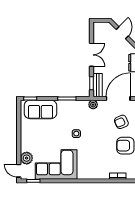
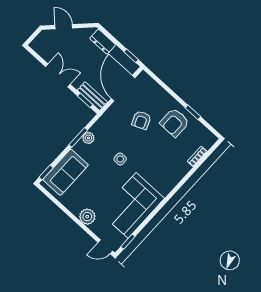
plant: (93, 105) -> (88, 138), moved
armchair: (121, 122) -> (141, 120), moved
plant: (27, 158) -> (87, 217), moved

